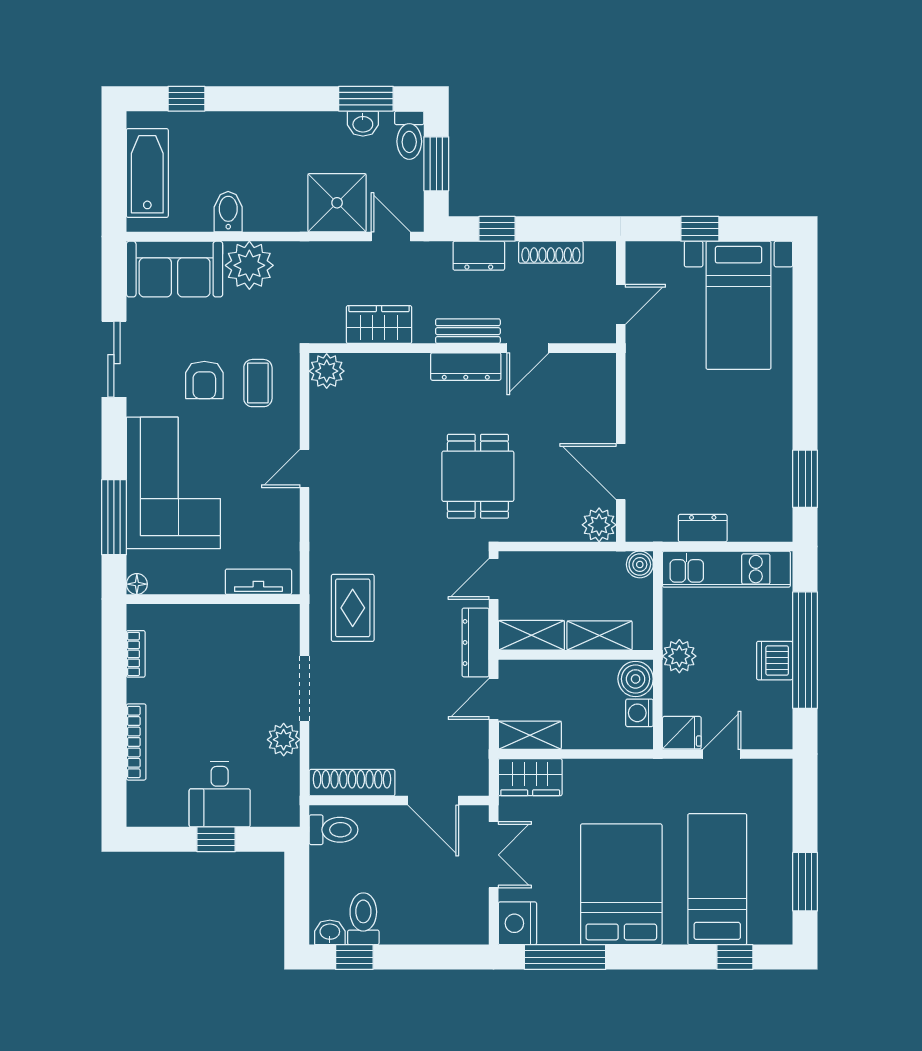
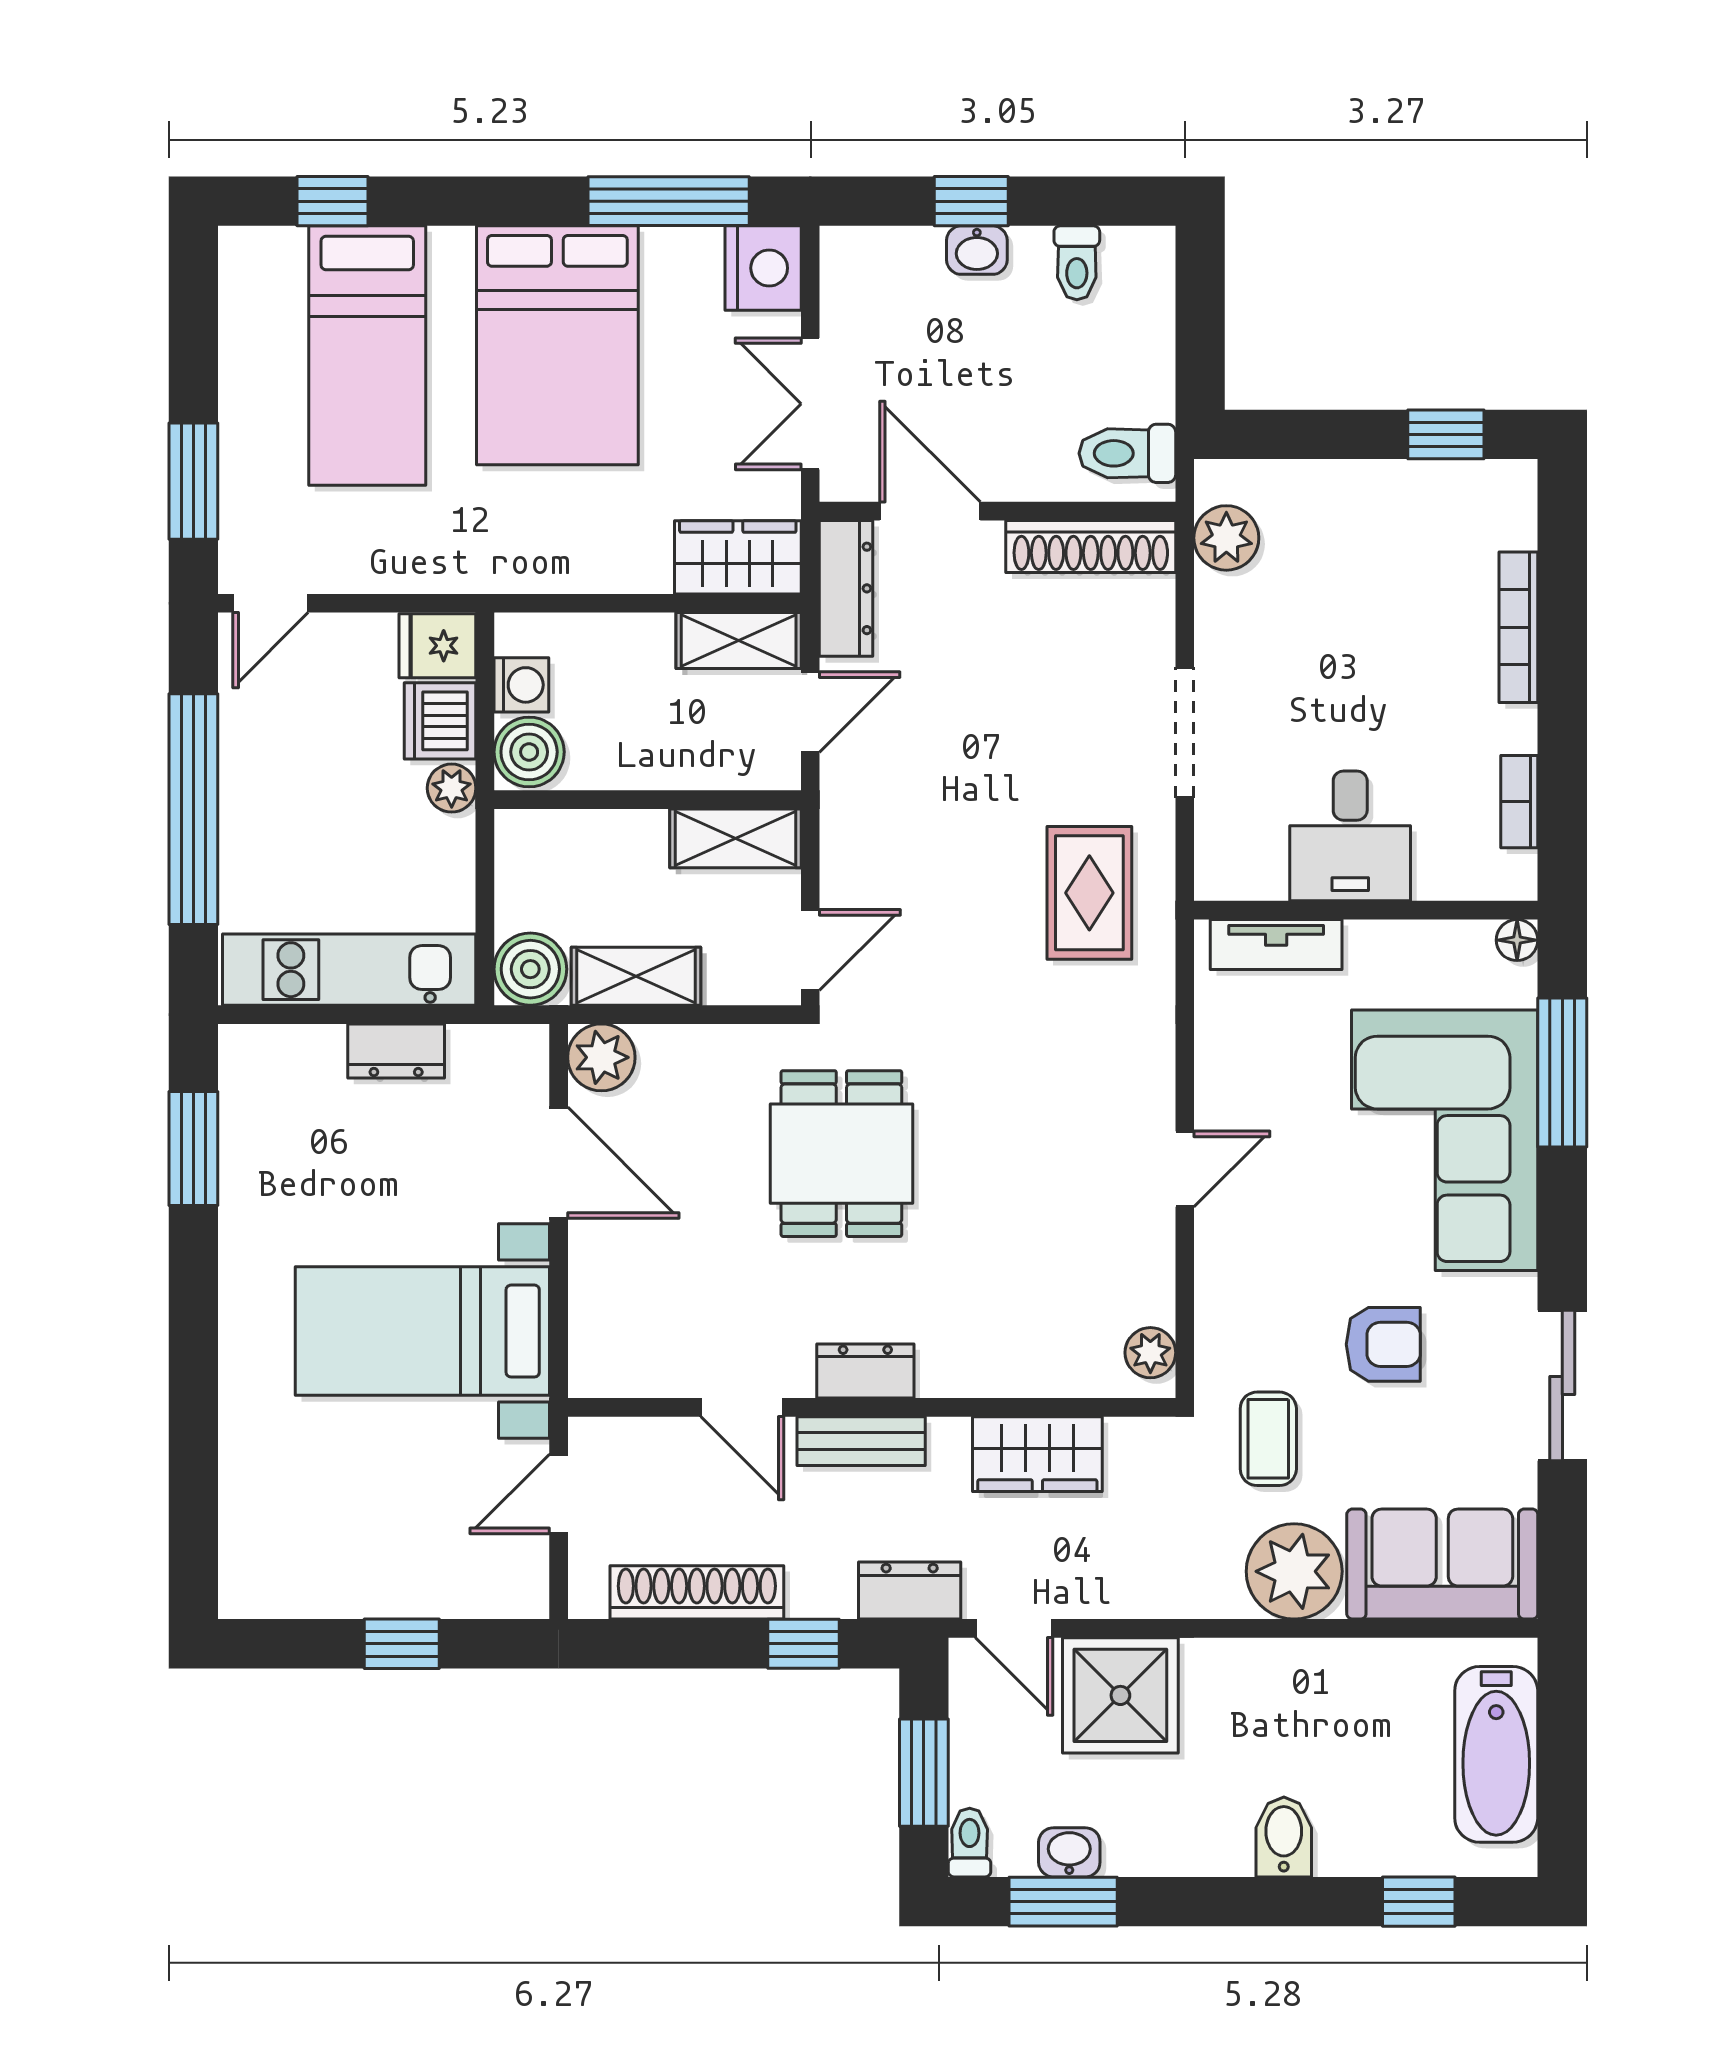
toilet: (409, 135) -> (970, 1843), width x0.73, depth x0.72
bidet: (228, 212) -> (1284, 1837), moved, turned 180
shoe rack: (551, 252) -> (697, 1592), width x1.36, depth x1.24
dresser: (479, 256) -> (910, 1590), moved
bed with nightstands: (738, 305) -> (422, 1331), moved, turned -90
door: (528, 348) -> (742, 1407), swing flipped
dresser: (466, 367) -> (865, 1371), width x0.70
plant: (327, 371) -> (1150, 1353), width x0.73, depth x0.73
armchair: (204, 380) -> (1383, 1344), turned 90
coffee table: (258, 383) -> (1268, 1439), moved
boiler: (640, 564) -> (530, 969), width x1.36, depth x1.36
shelving: (600, 636) -> (636, 976), moved
dresser: (476, 642) -> (846, 588), moved
plant: (679, 656) -> (452, 788), width x0.73, depth x0.73
dishwasher: (775, 661) -> (440, 721), moved, turned 180
plant: (284, 740) -> (1226, 538), moved
door: (722, 754) -> (271, 603), moved
desk: (220, 794) -> (1350, 836), moved, turned 180
window: (216, 839) -> (1446, 434), moved
window: (805, 882) -> (193, 481), moved
toilet: (363, 919) -> (1077, 263), width x0.73, depth x0.72
washbasin: (330, 932) -> (977, 250), moved
window: (354, 957) -> (971, 201), moved

